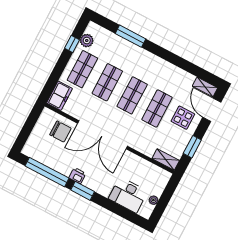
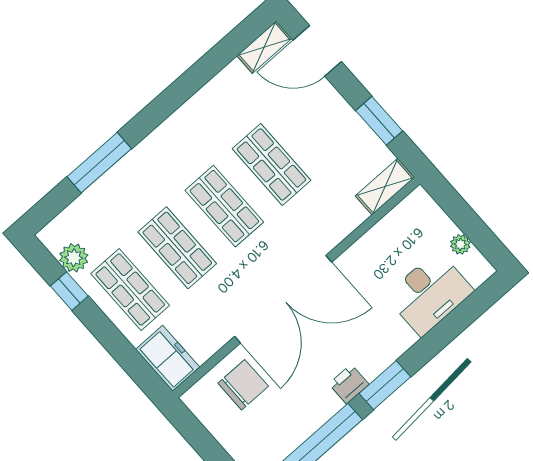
display table: (183, 118) -> (311, 118), removed

